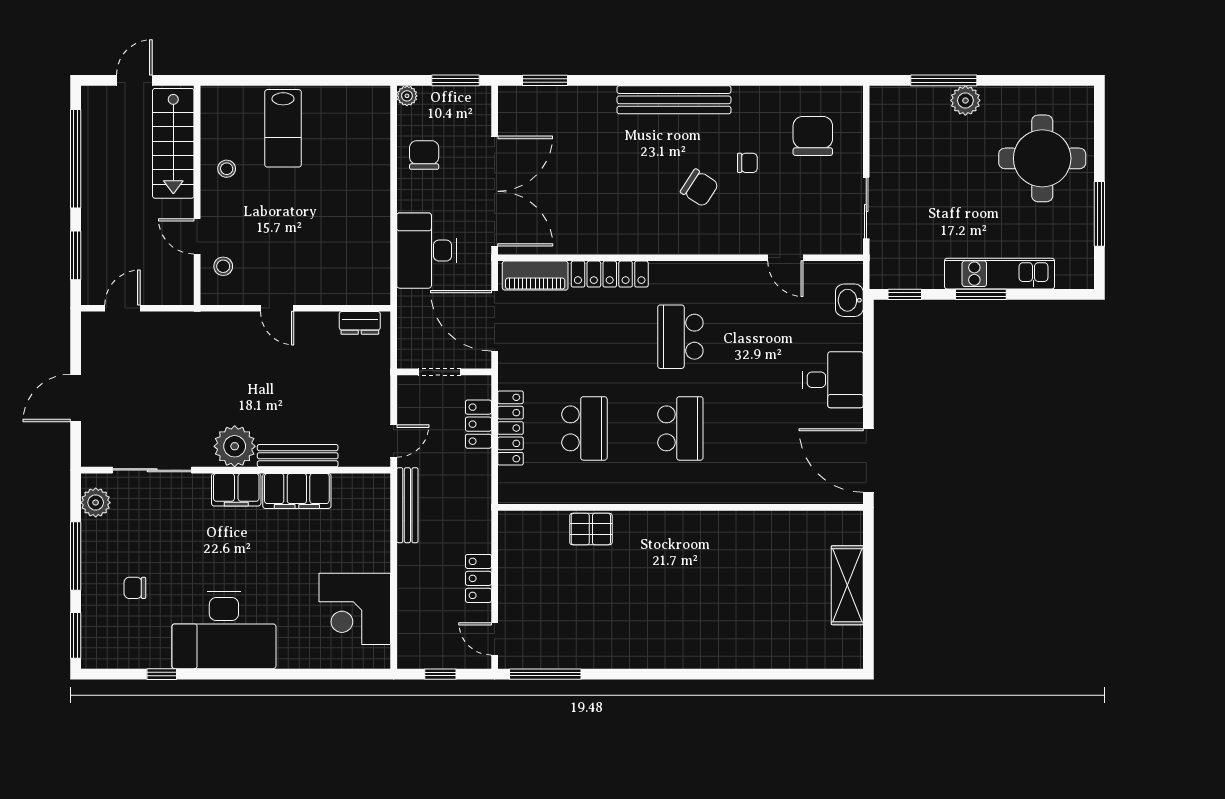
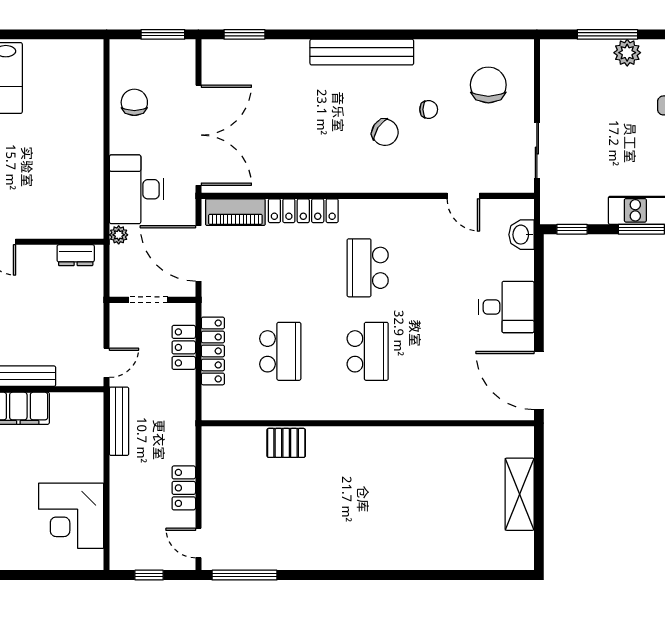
plant: (407, 96) -> (119, 235), moved

